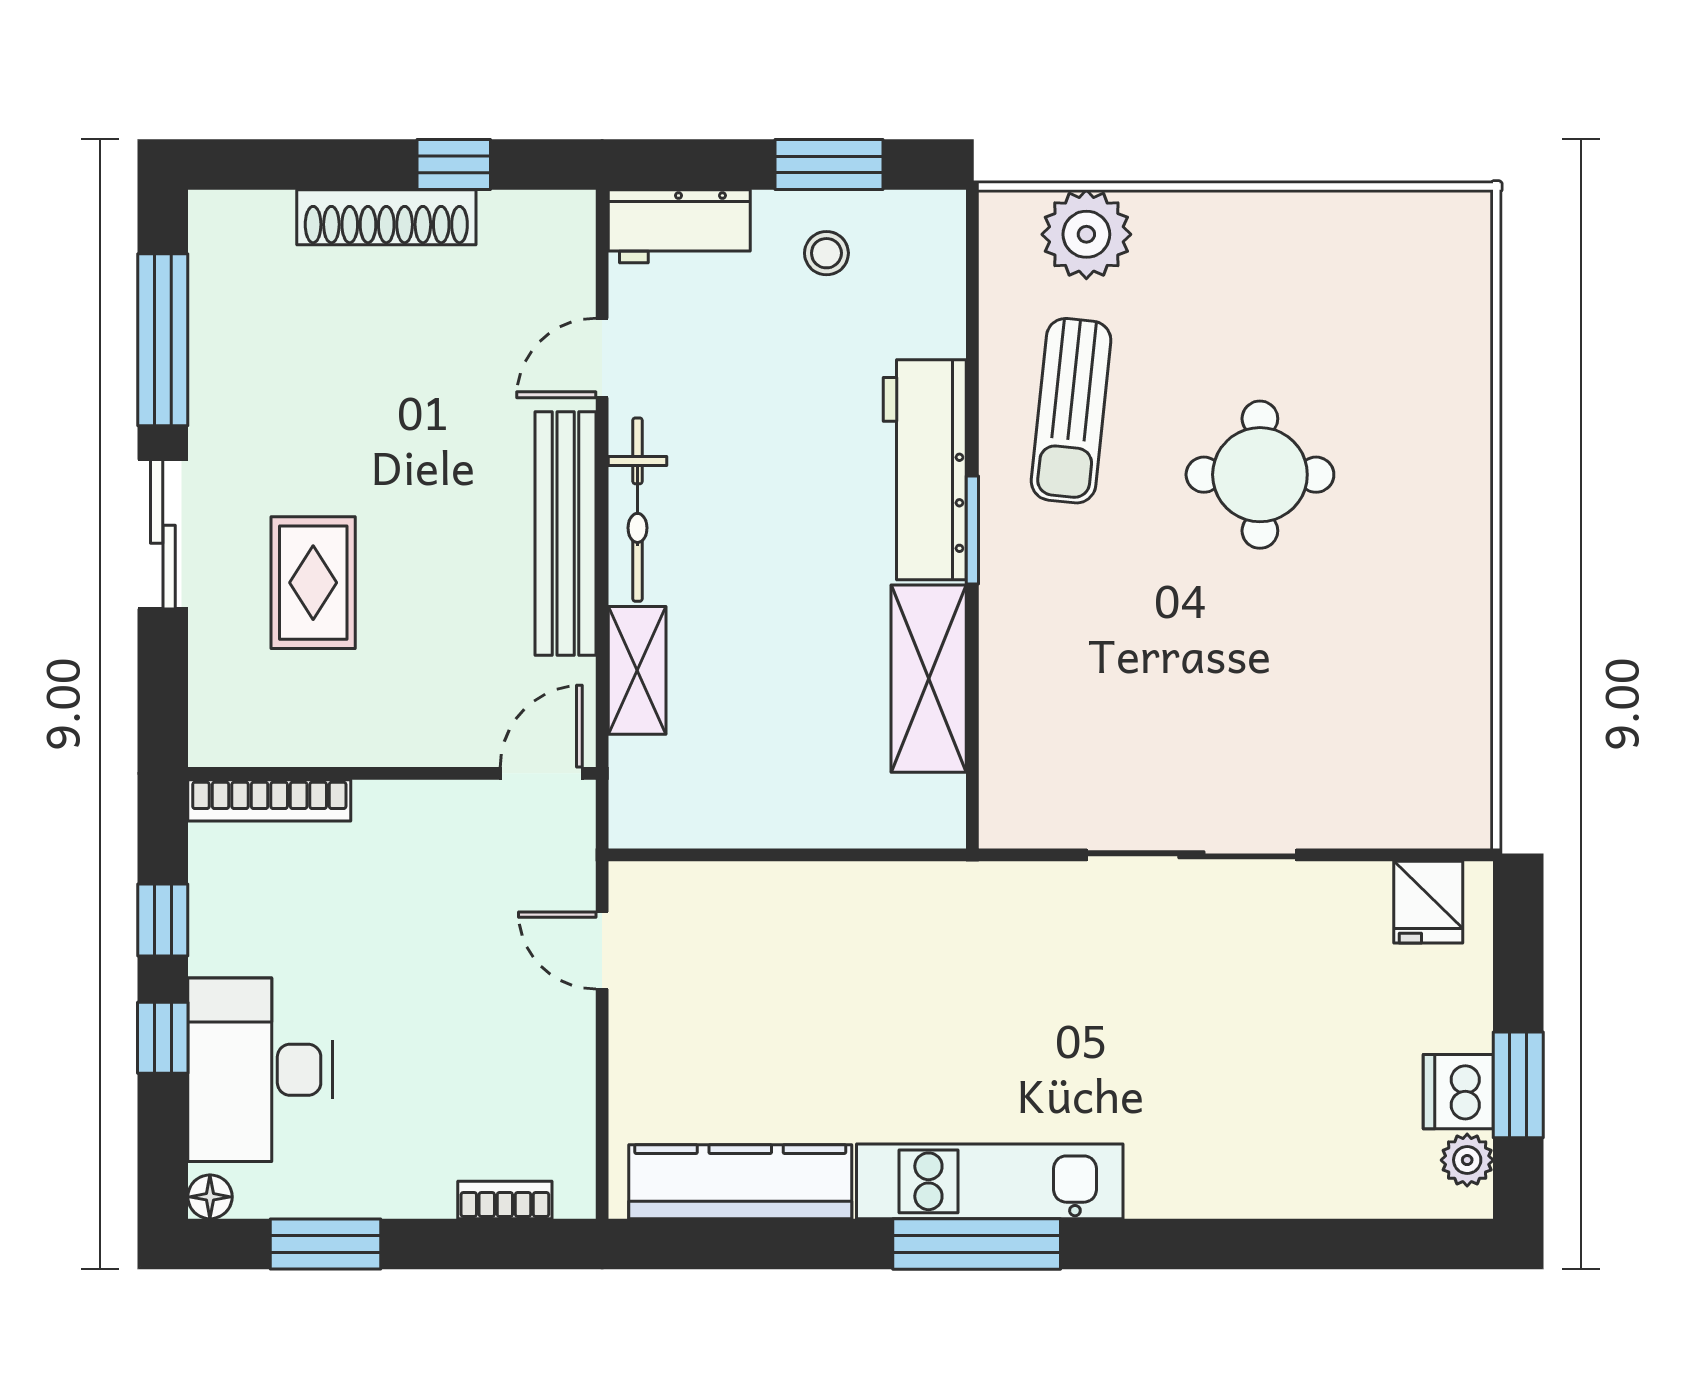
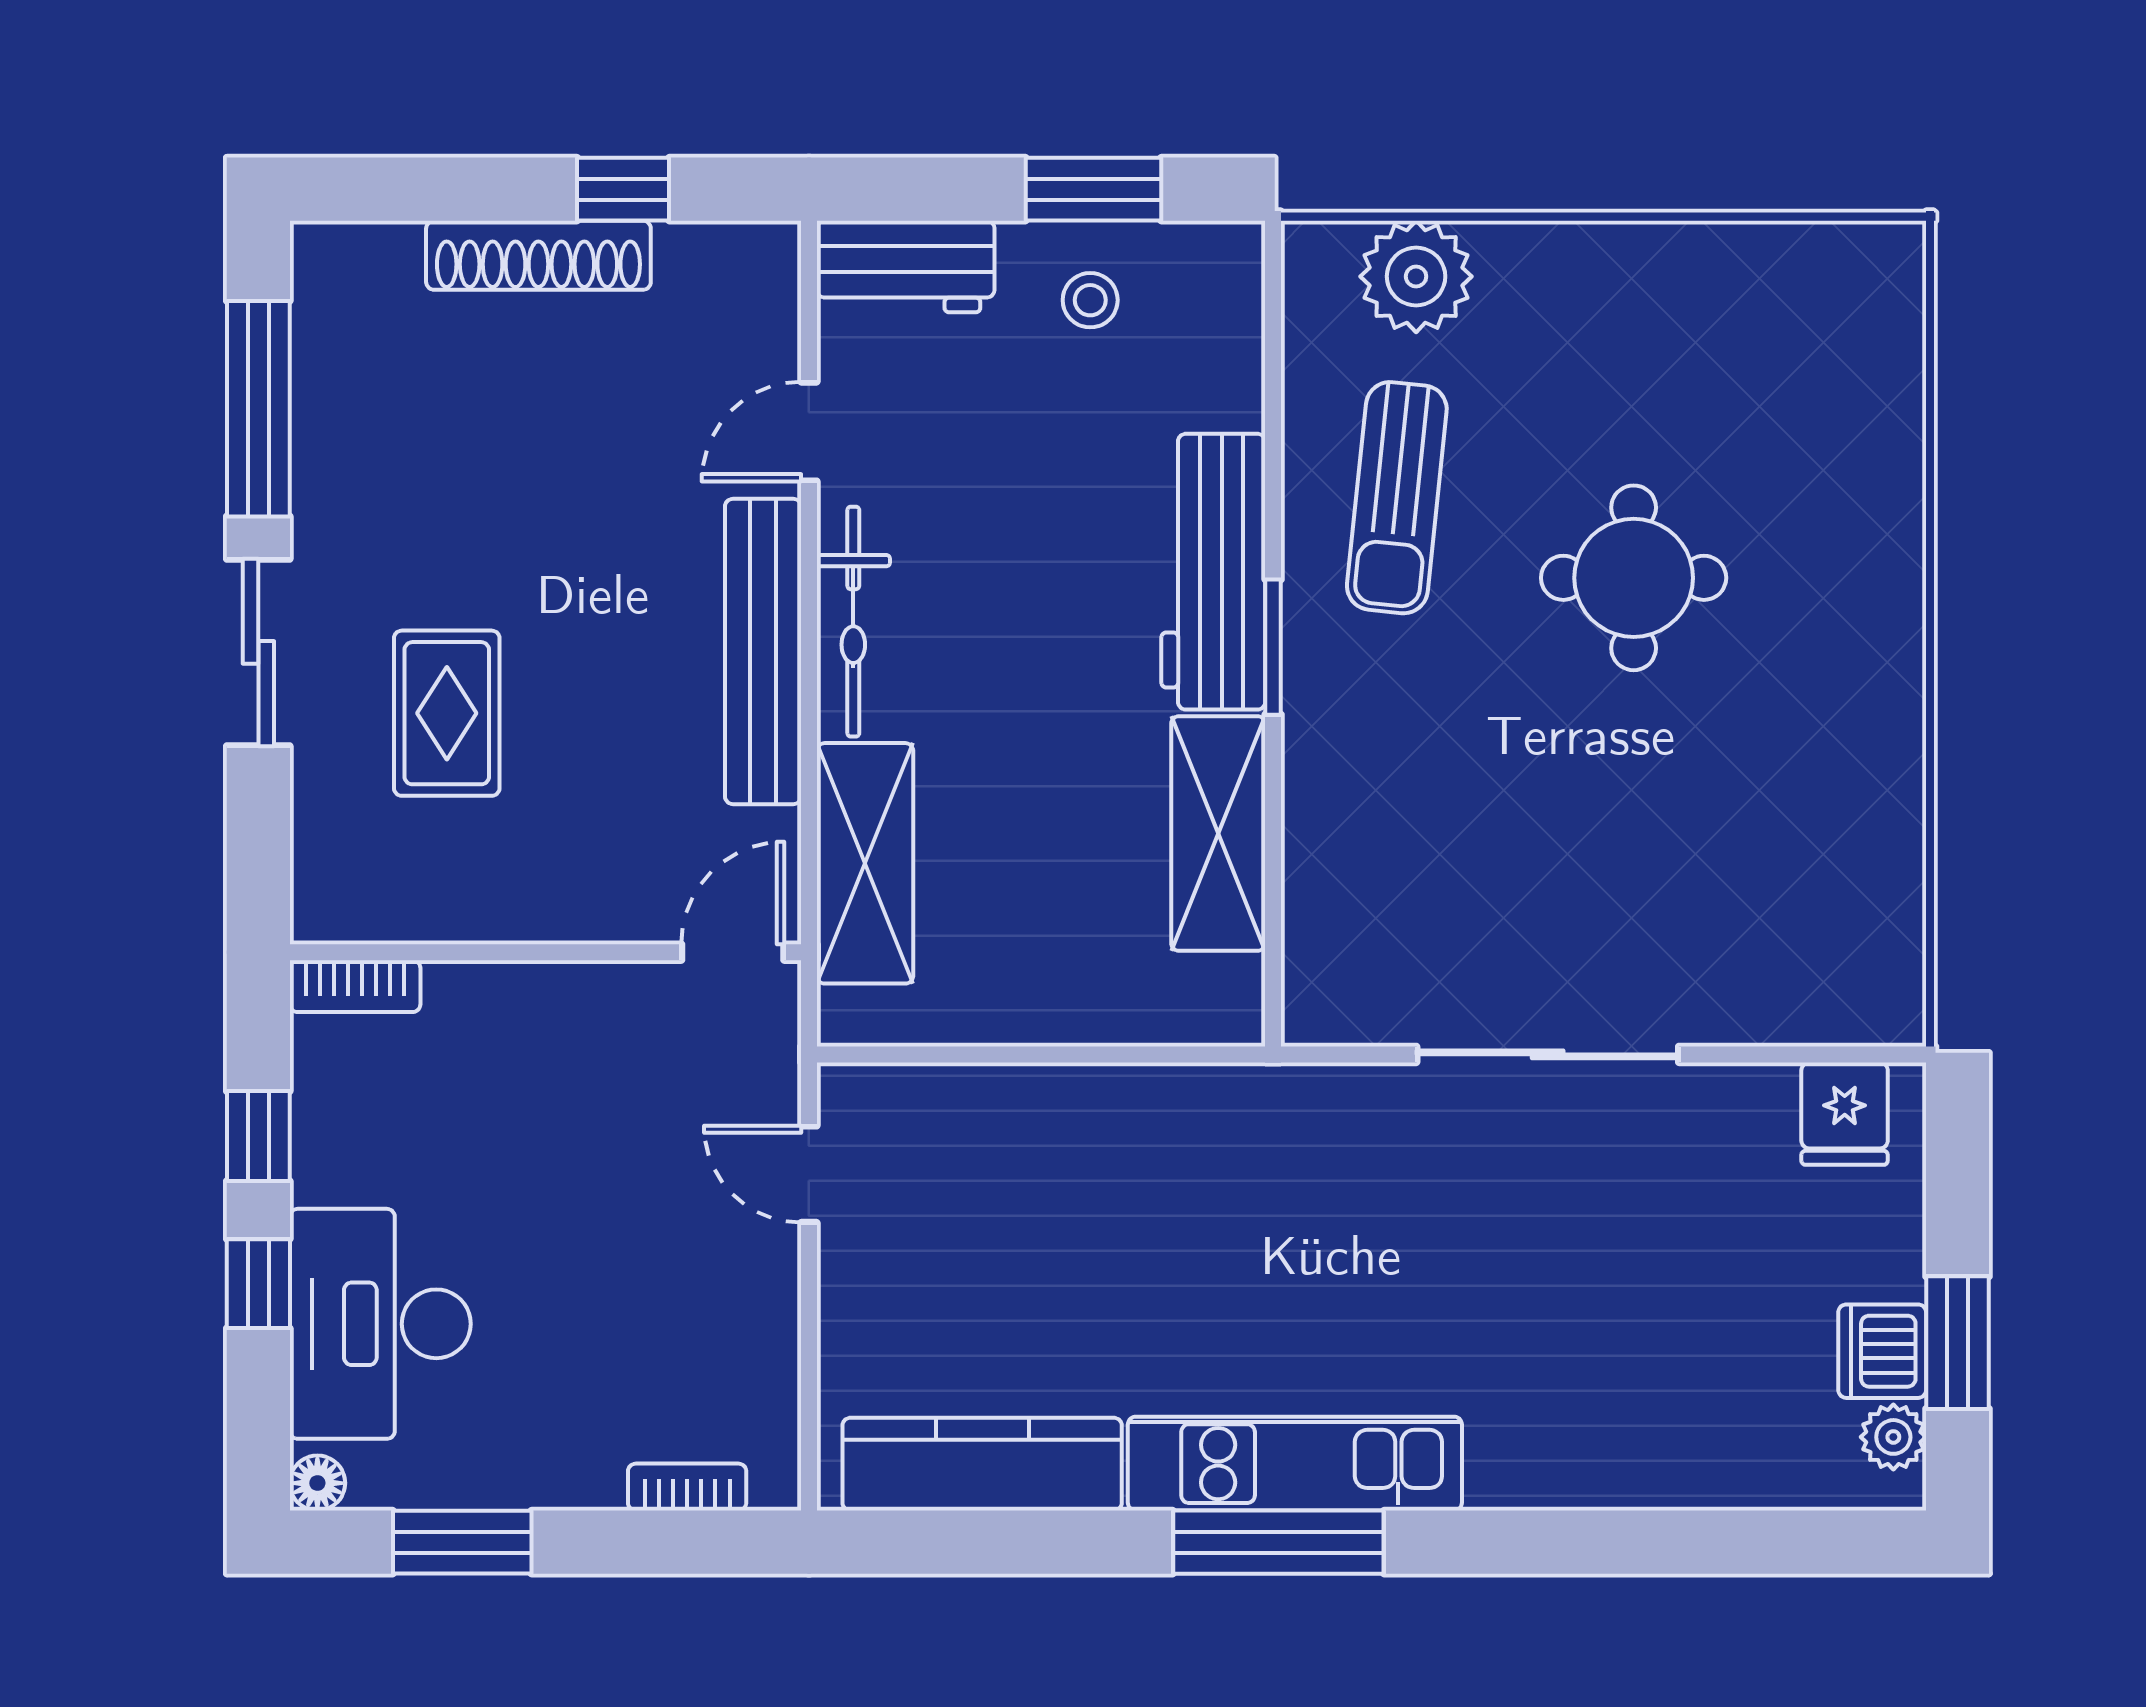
shelving: (637, 670) -> (865, 863), width x1.50, depth x1.33
bookcase: (269, 800) -> (355, 986), width x0.64

